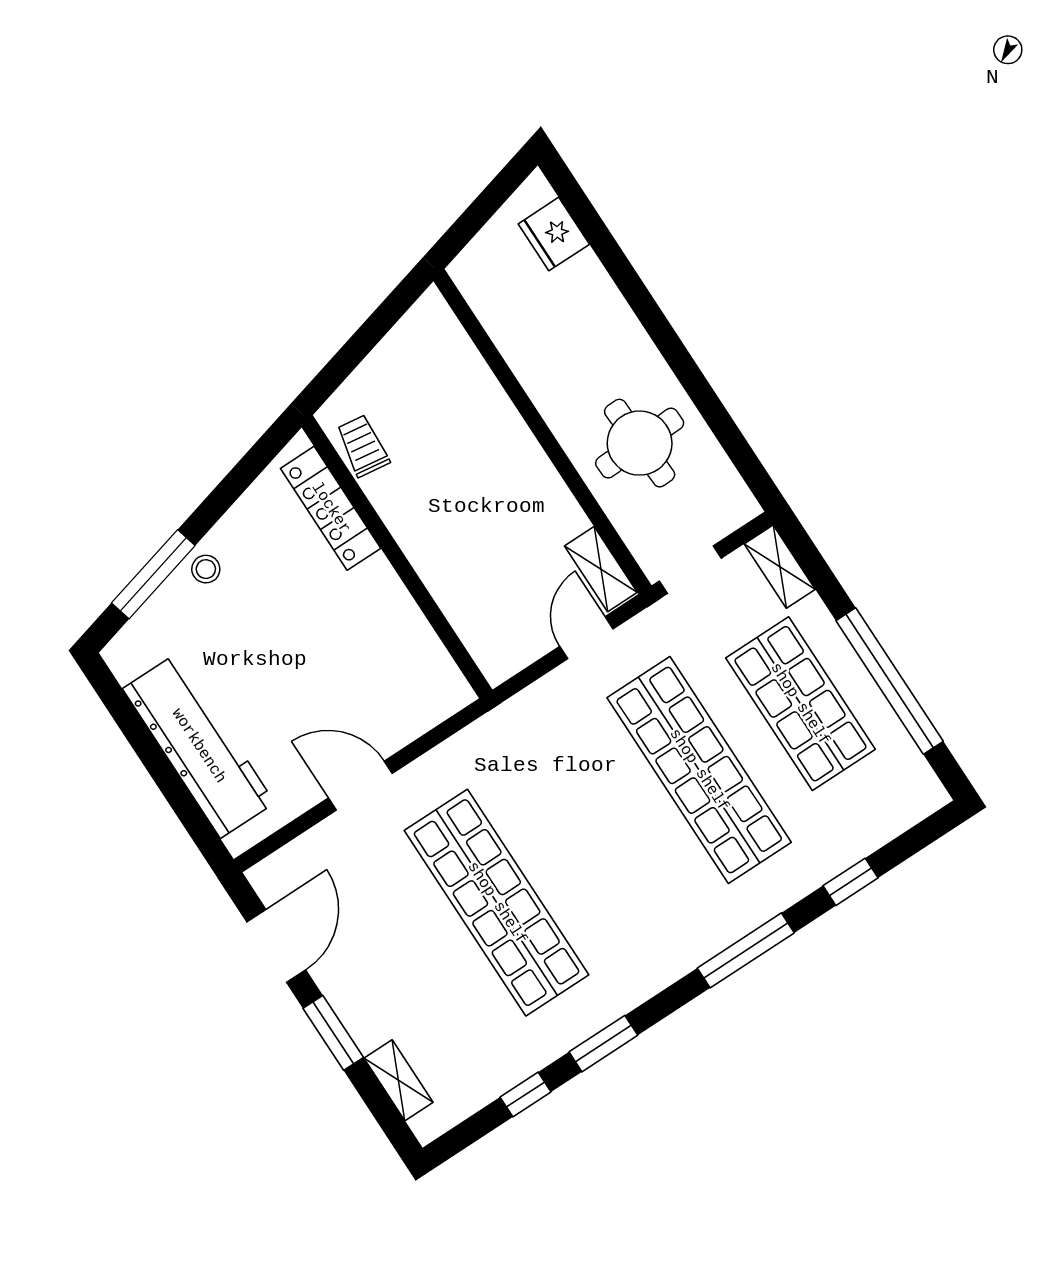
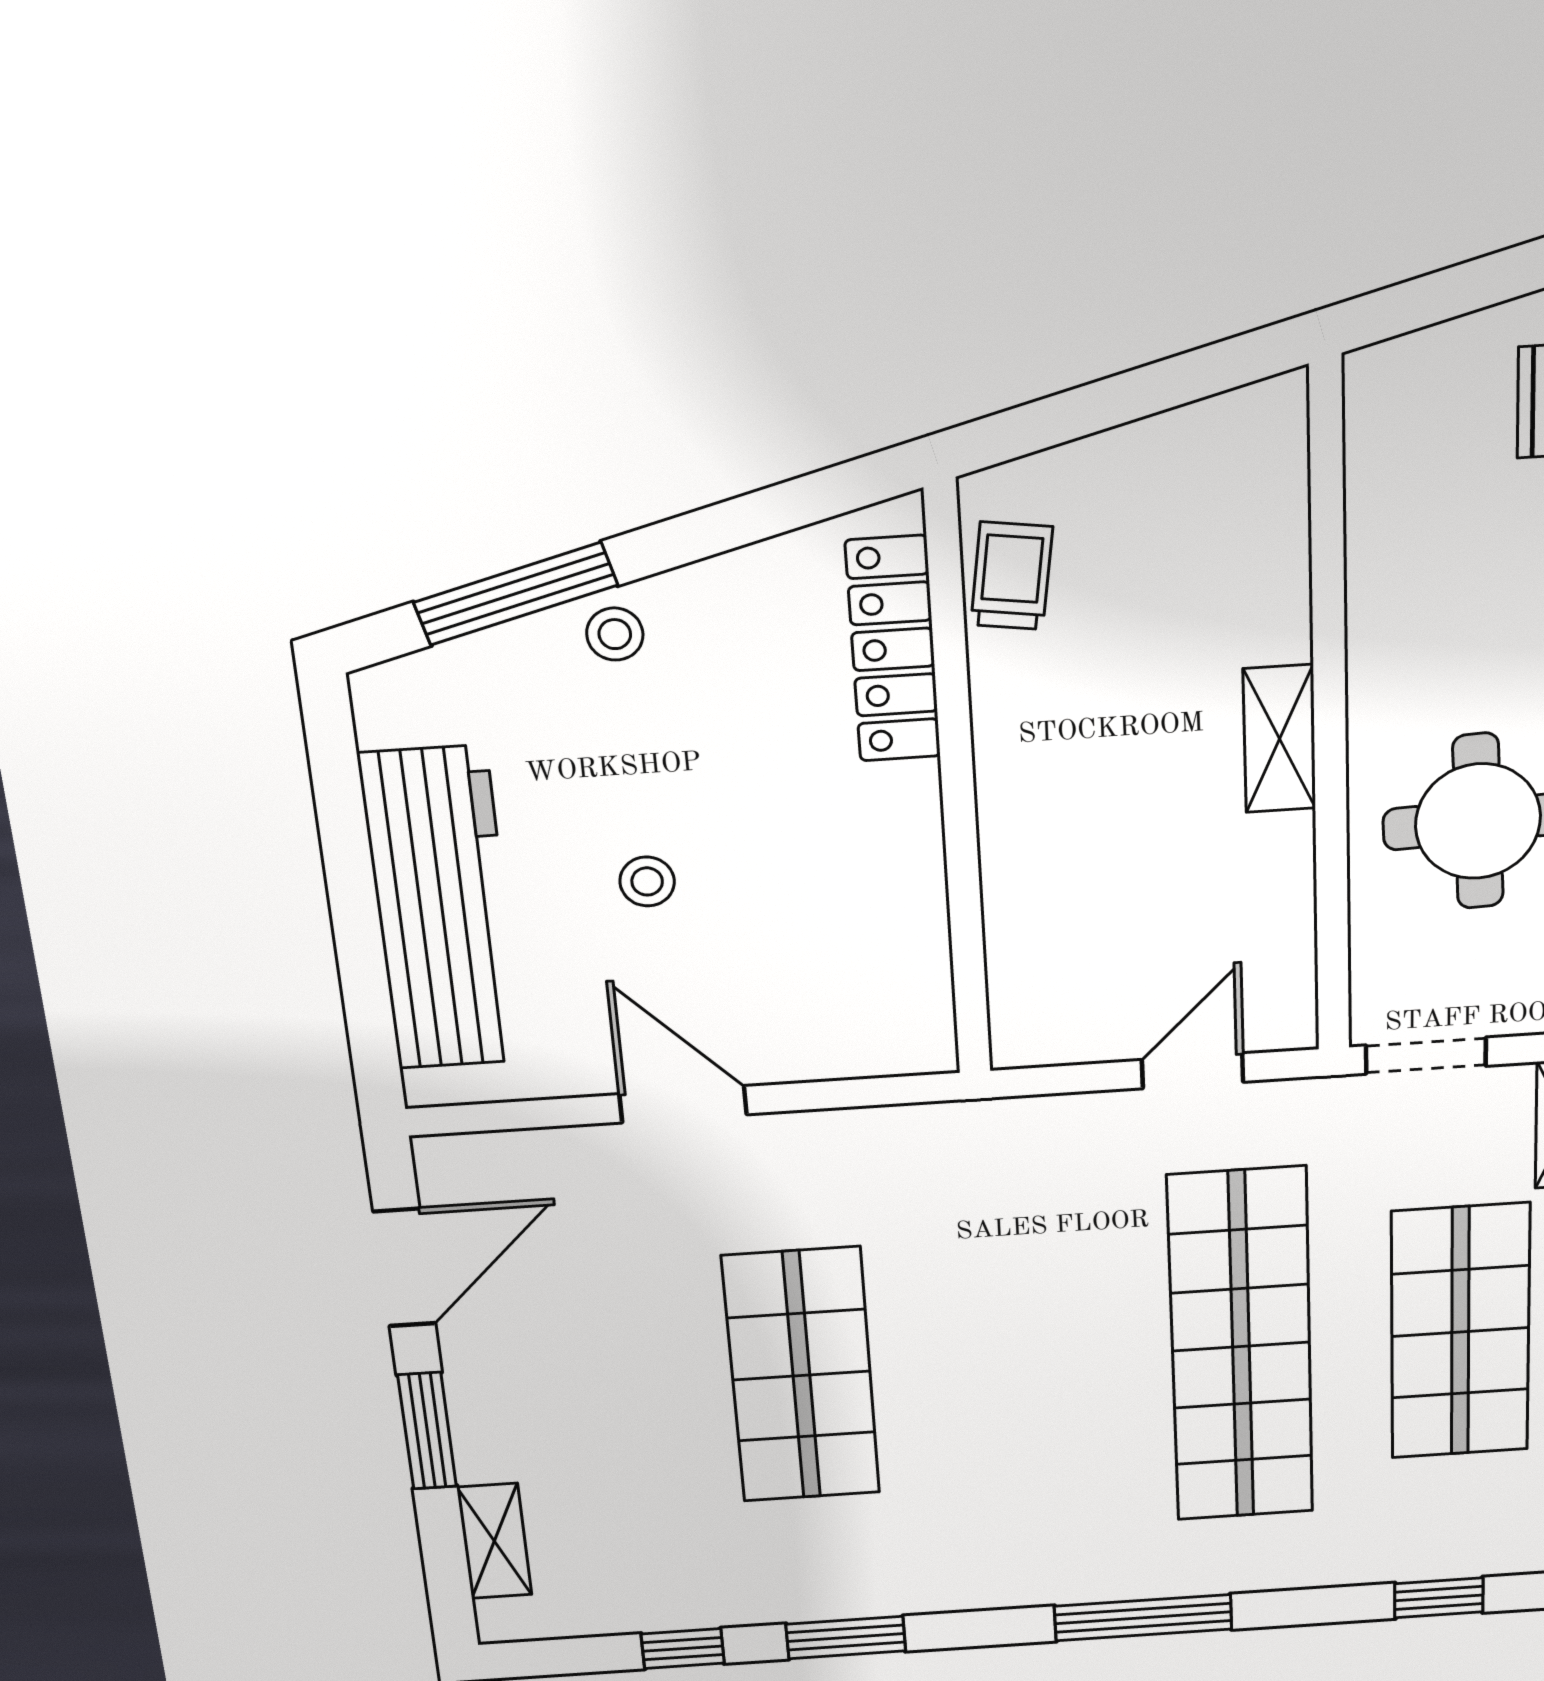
shelving: (601, 569) -> (1280, 739), moved
stool: (283, 681) -> (647, 881), added
window: (851, 882) -> (1439, 1598), moved
shop shelf: (497, 903) -> (801, 1376), width x0.71

